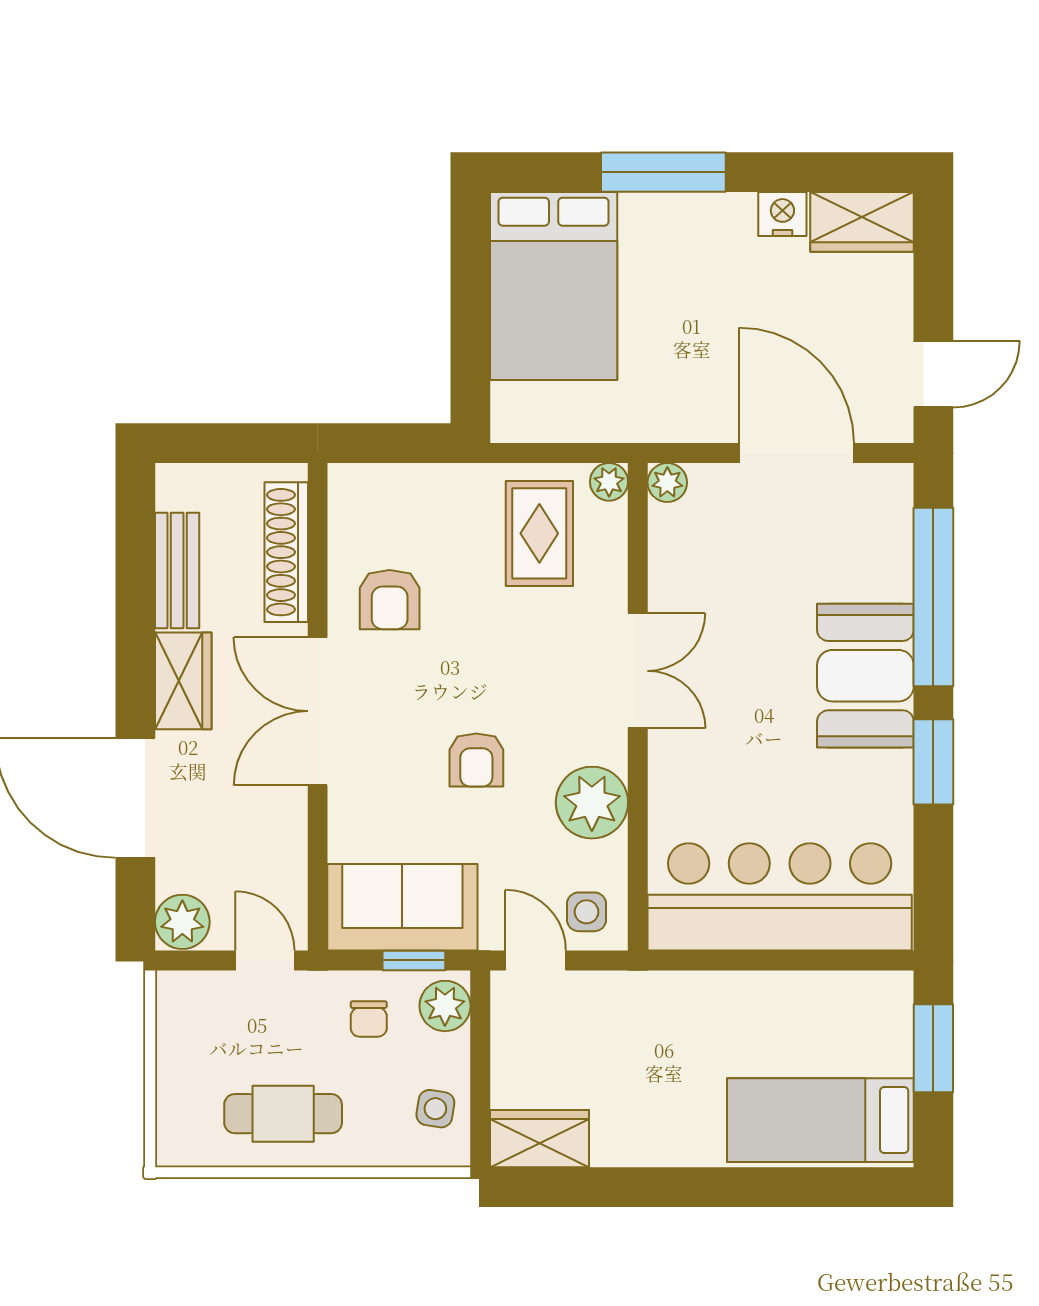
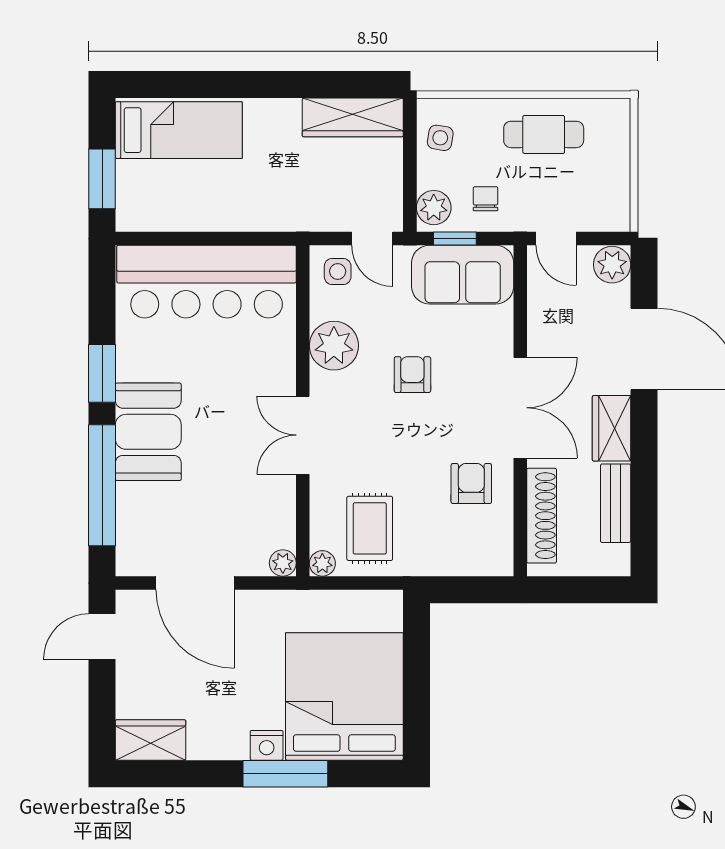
nightstand: (782, 214) -> (267, 745), moved
bed: (554, 286) -> (344, 696), width x1.36
wardrobe: (539, 1139) -> (353, 117), width x1.50

